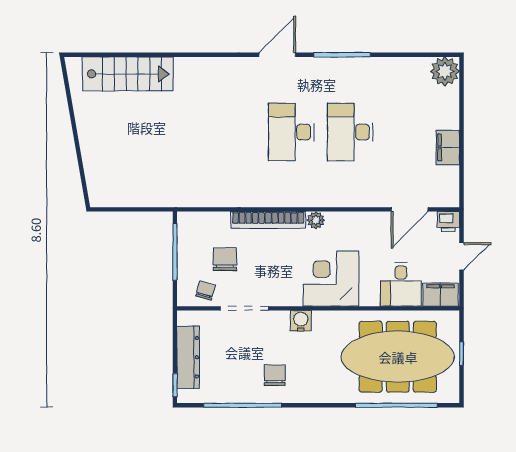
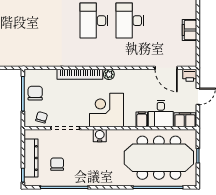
door: (410, 209) -> (166, 68), hinge flipped
chair: (225, 259) -> (35, 93), moved
corner desk: (331, 279) -> (106, 110), moved
filing cabinet: (370, 294) -> (142, 119), added
chair: (275, 375) -> (57, 164), moved

